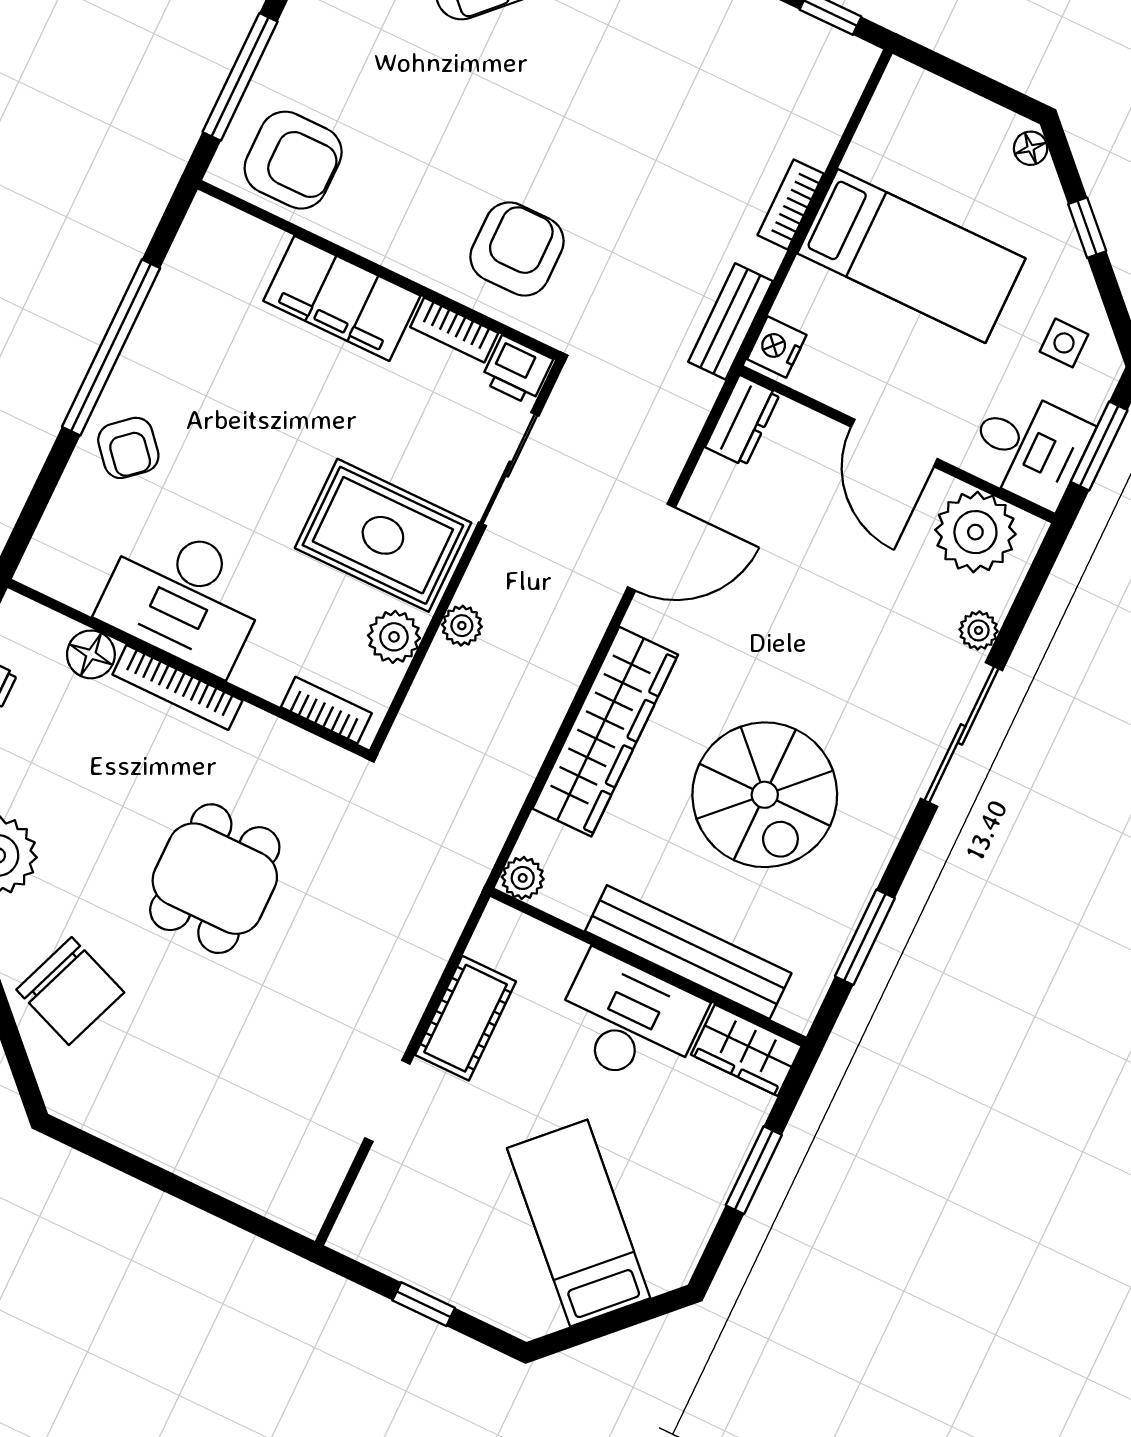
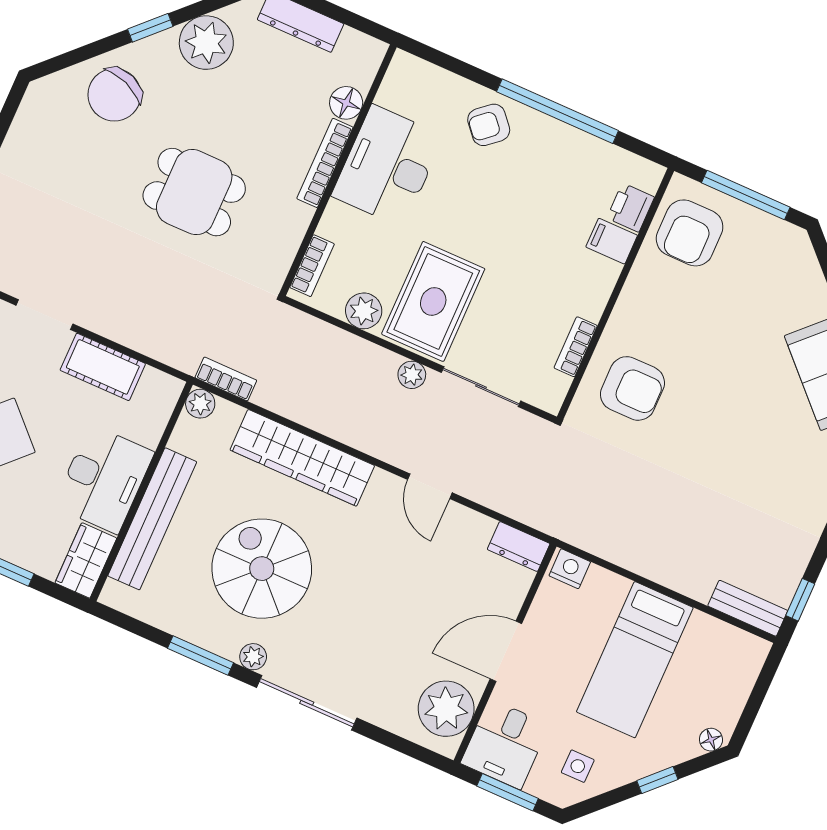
bookcase: (791, 204) -> (226, 379), moved
filing cabinet: (342, 298) -> (612, 241), width x0.33, depth x0.86
bench: (730, 321) -> (748, 608), moved
printer: (517, 370) -> (631, 208), moved
door: (651, 547) -> (430, 486), width x0.73
plant: (462, 626) -> (412, 375), moved
plant: (979, 630) -> (253, 657), moved
spiral stairs: (765, 795) -> (262, 569), turned 90
window: (865, 937) -> (200, 655), moved

